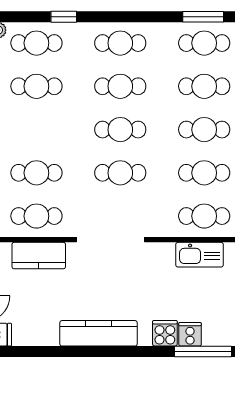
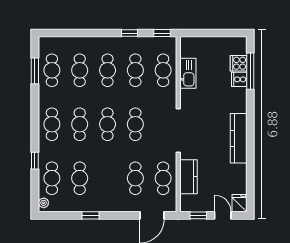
cooker: (165, 333) -> (239, 63), moved

